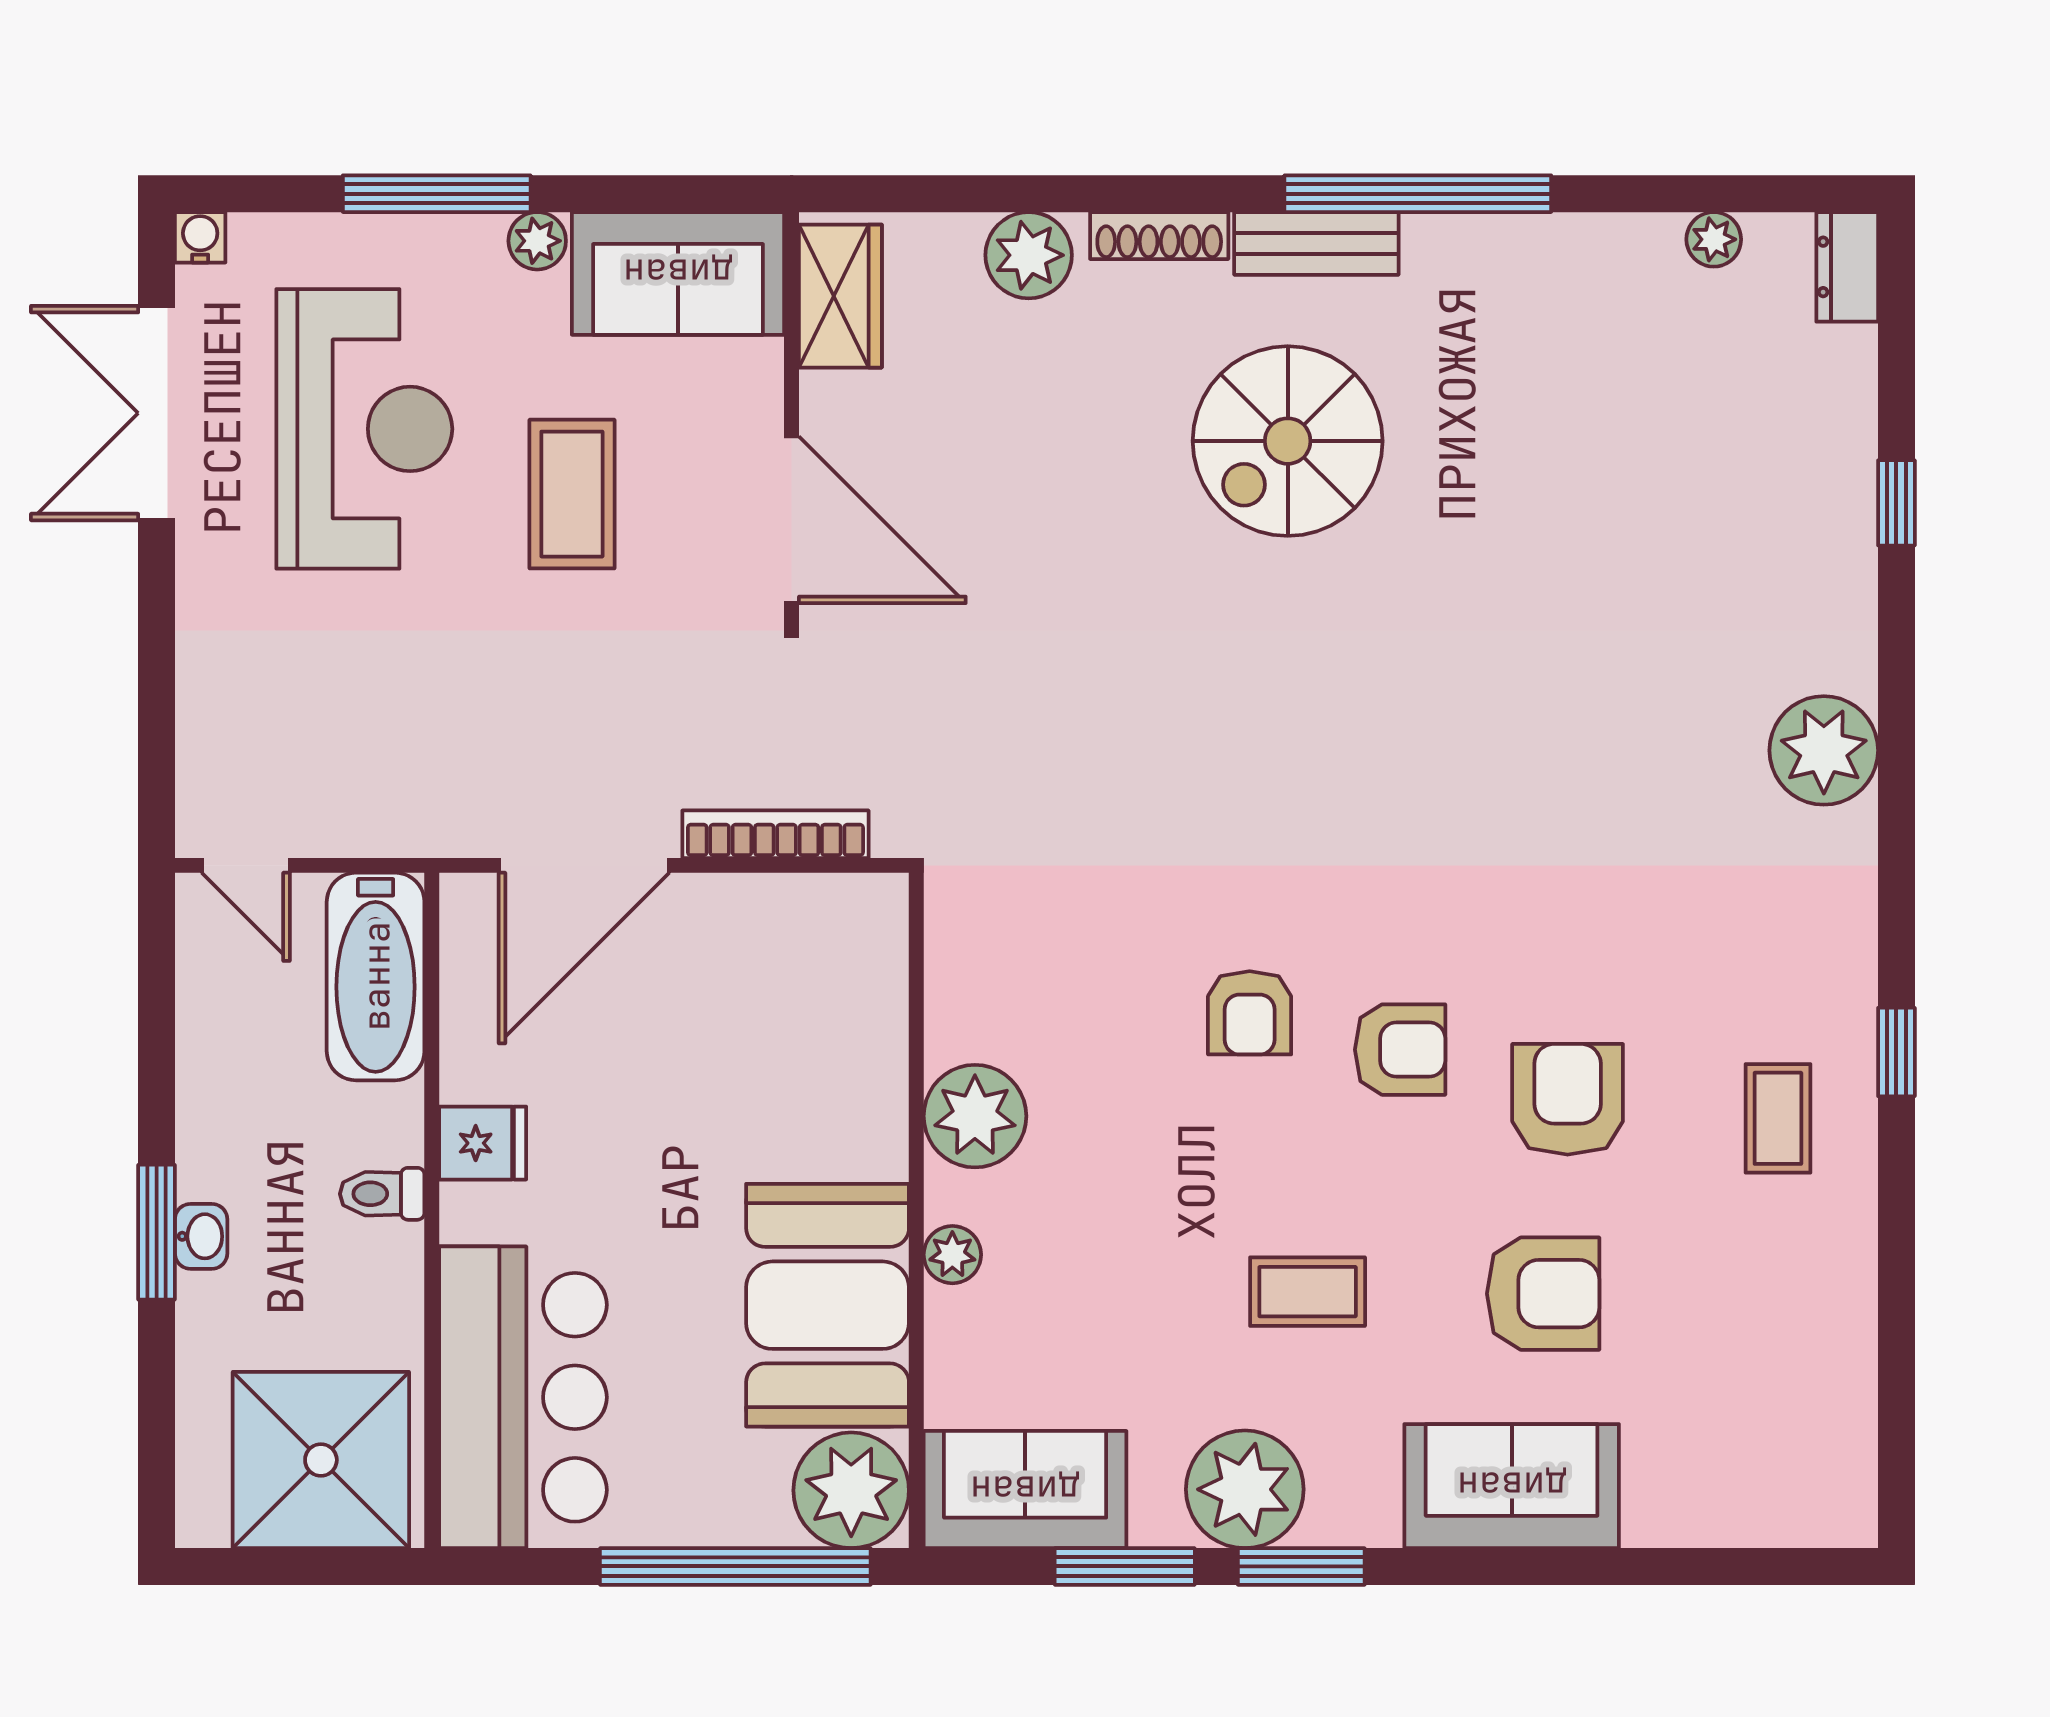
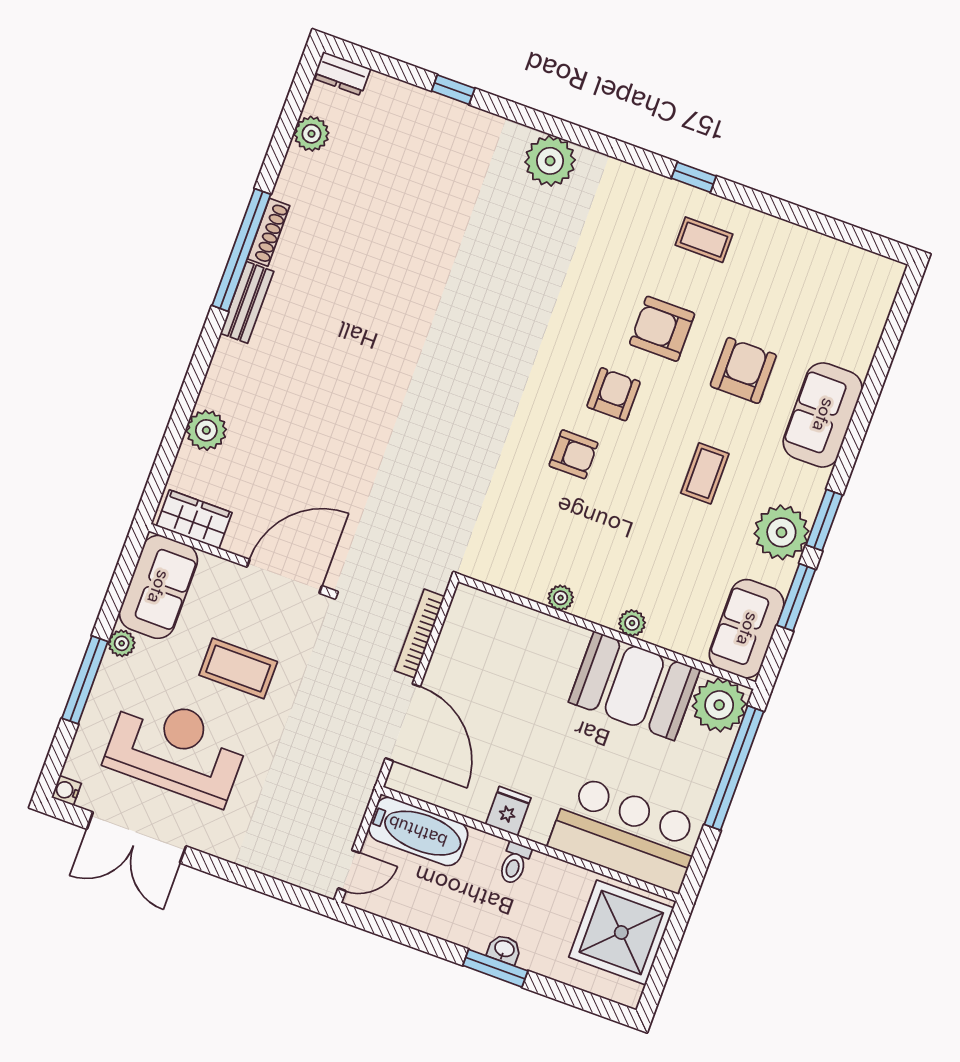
shoe rack: (1159, 236) -> (269, 232), moved
plant: (1714, 239) -> (311, 134), width x1.38, depth x1.38
spiral stairs: (1288, 441) -> (329, 346), removed
plant: (975, 1116) -> (561, 598), width x0.53, depth x0.53

